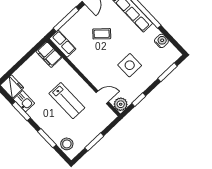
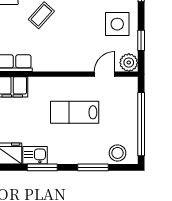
side table: (130, 65) -> (117, 24), moved
lab bench: (67, 101) -> (75, 112), turned 180
window: (94, 142) -> (141, 124), width x2.11

